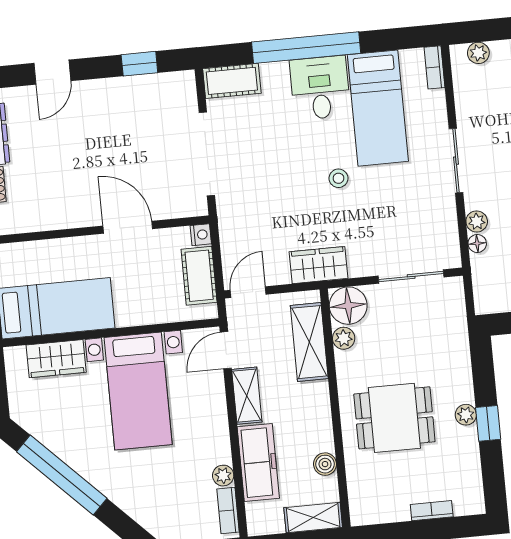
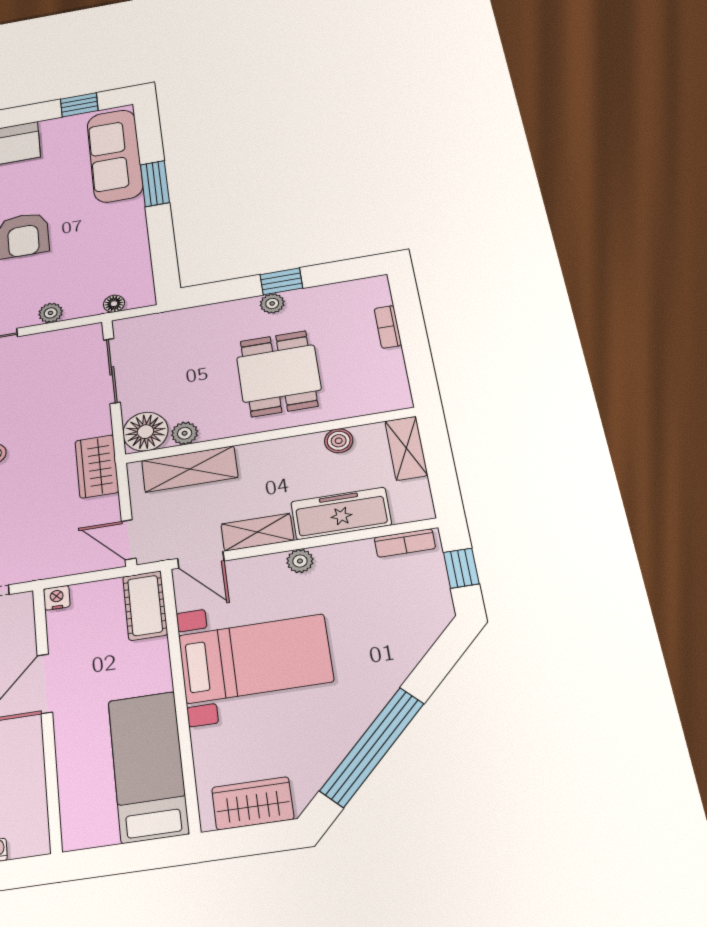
floor lamp: (477, 243) -> (114, 304), moved
cot: (199, 276) -> (145, 605), moved, turned 90
wardrobe: (56, 359) -> (253, 803), moved, turned -90
plant: (223, 476) -> (300, 561), moved

